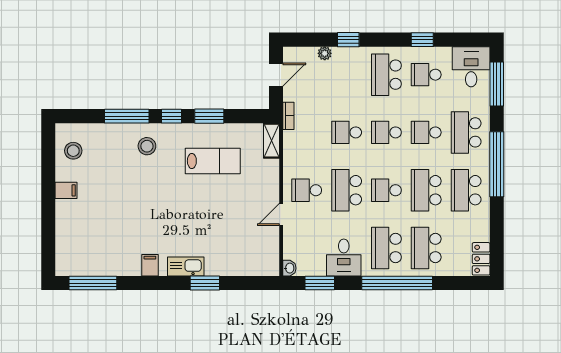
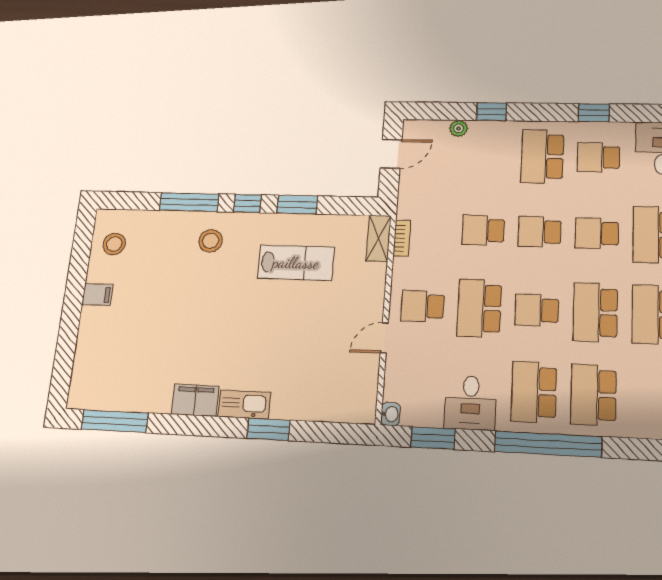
bookcase: (288, 116) -> (402, 238), moved
filing cabinet: (150, 265) -> (195, 400), width x2.00

